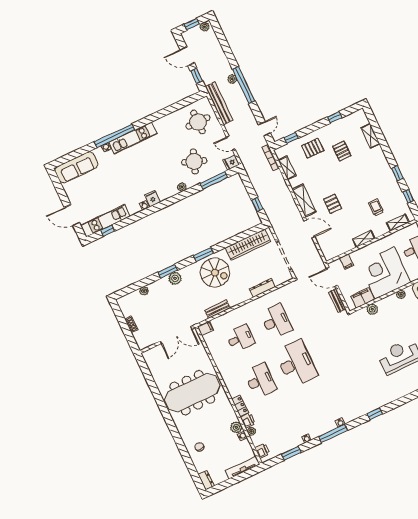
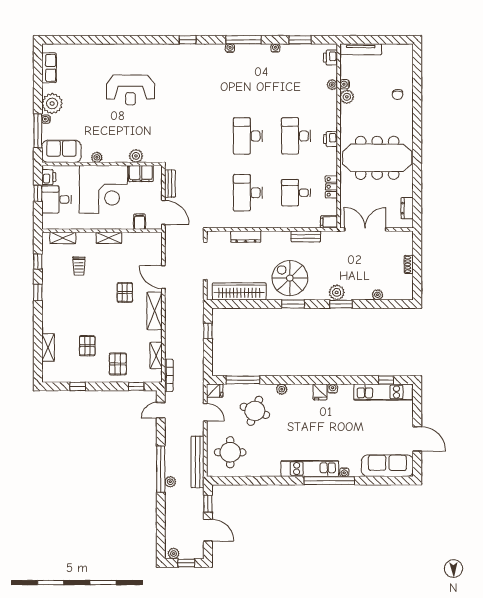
pallet: (313, 148) -> (118, 364), turned 90
door: (72, 215) -> (417, 439), moved
desk: (296, 363) -> (248, 136), width x0.73, depth x0.77
locker: (240, 406) -> (331, 187), moved
printer: (248, 420) -> (331, 139), moved
dresser: (206, 480) -> (407, 208), moved

